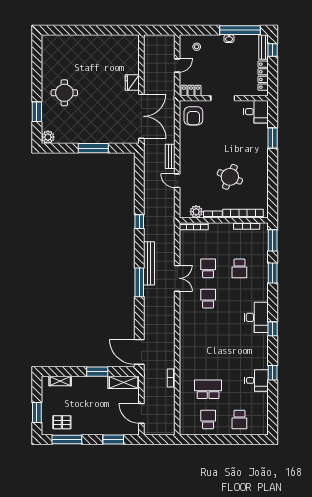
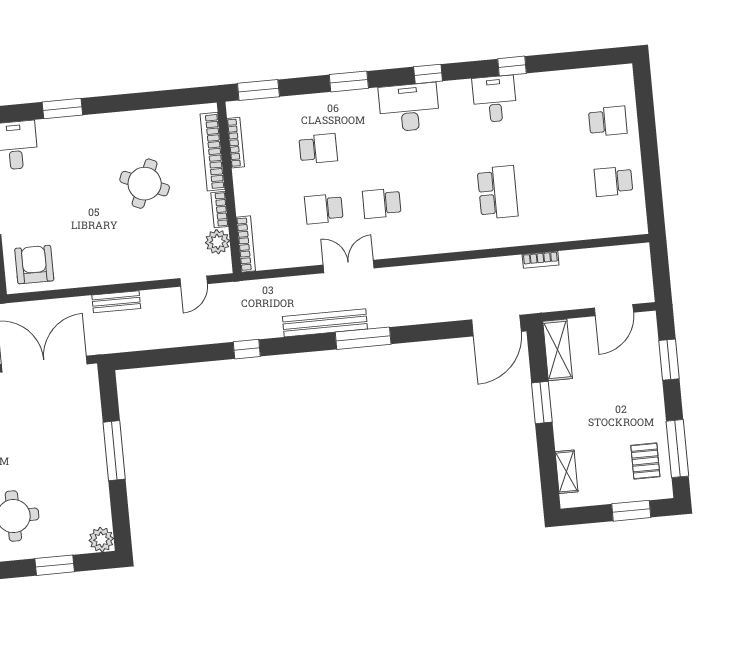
armchair: (193, 116) -> (34, 265), turned -90
door: (177, 181) -> (194, 281), moved
window: (273, 273) -> (349, 81), moved
desk: (257, 380) -> (495, 99), moved
school desk: (208, 389) -> (498, 192), moved, turned 180

